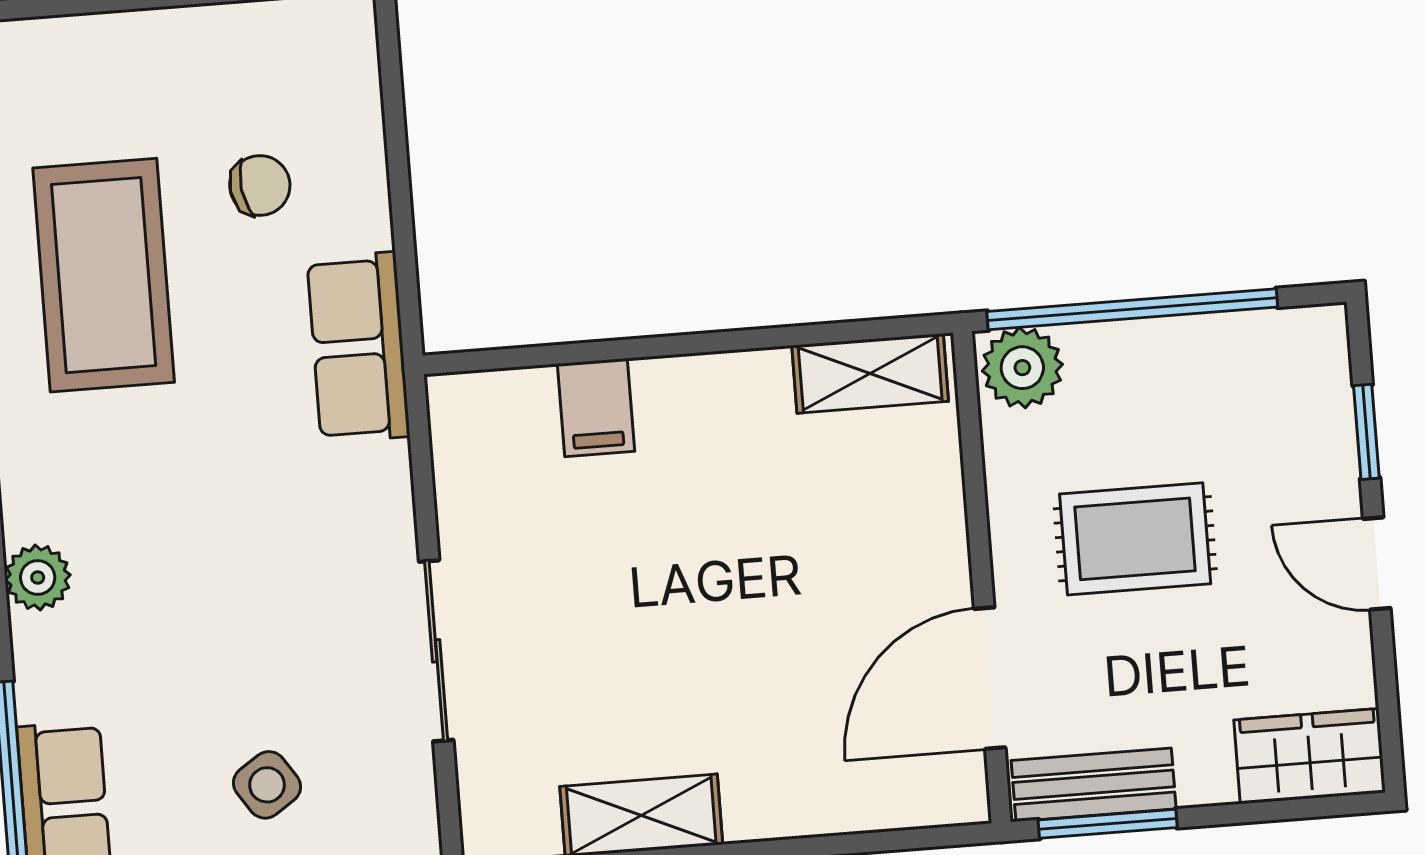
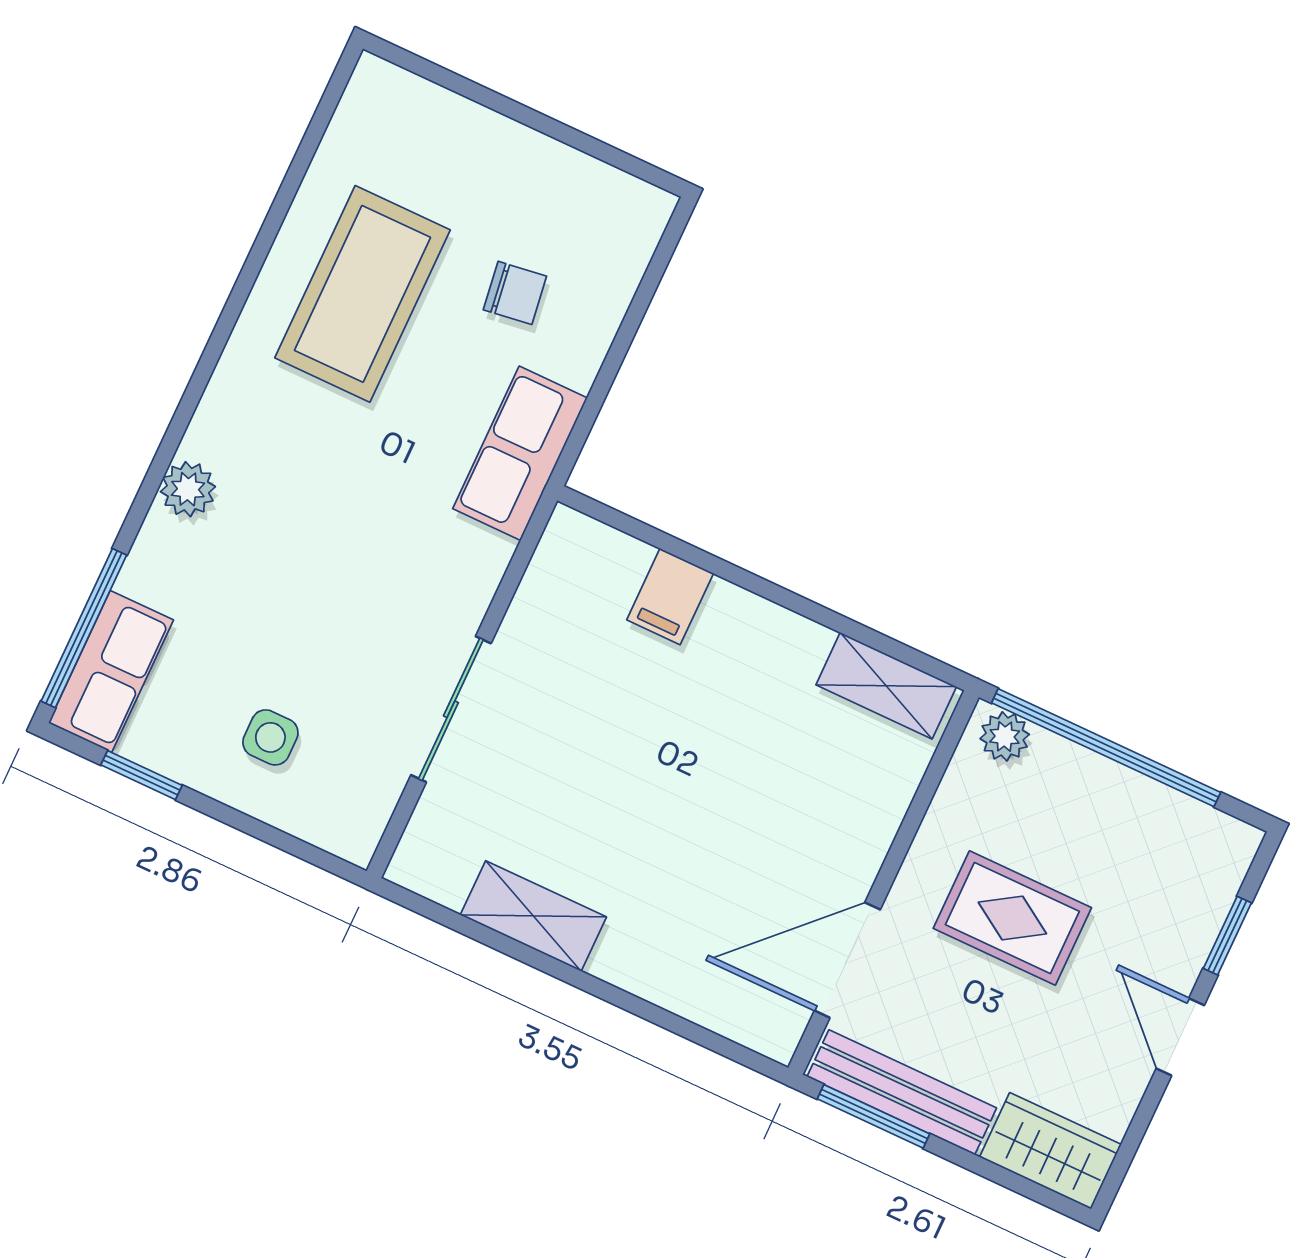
plant: (1022, 368) -> (1005, 736), width x0.73, depth x0.73
side table: (267, 785) -> (270, 737), turned 34
bench: (1094, 785) -> (902, 1092), width x1.36

